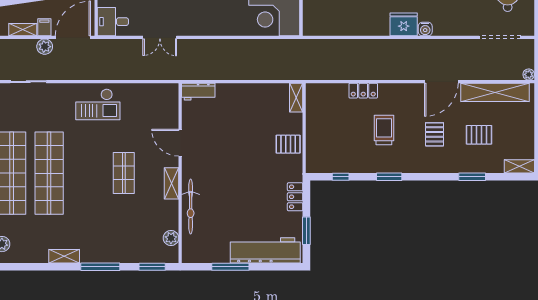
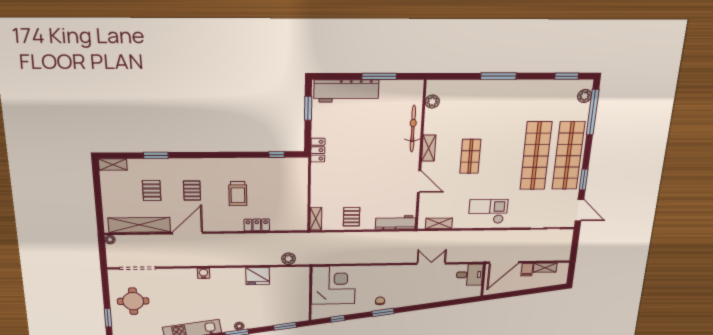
fridge: (404, 24) -> (258, 276), moved
plant: (45, 47) -> (289, 259), moved
workbench: (198, 92) -> (396, 222), width x1.38
pallet: (479, 135) -> (152, 191), turned 90
pallet: (288, 144) -> (352, 217), moved, turned 90
window: (389, 177) -> (232, 155), removed
locker: (295, 197) -> (318, 150), moved
shelving: (64, 256) -> (439, 223), moved
window: (152, 267) -> (567, 76), moved

